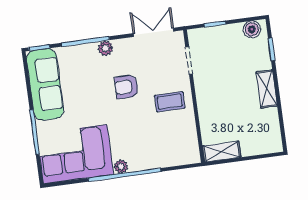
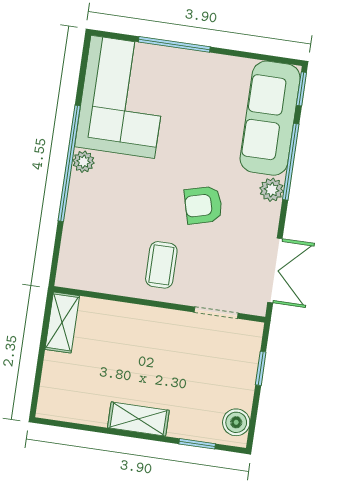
sofa: (45, 84) -> (270, 118), moved, turned 90
armchair: (126, 87) -> (203, 205), turned -105

